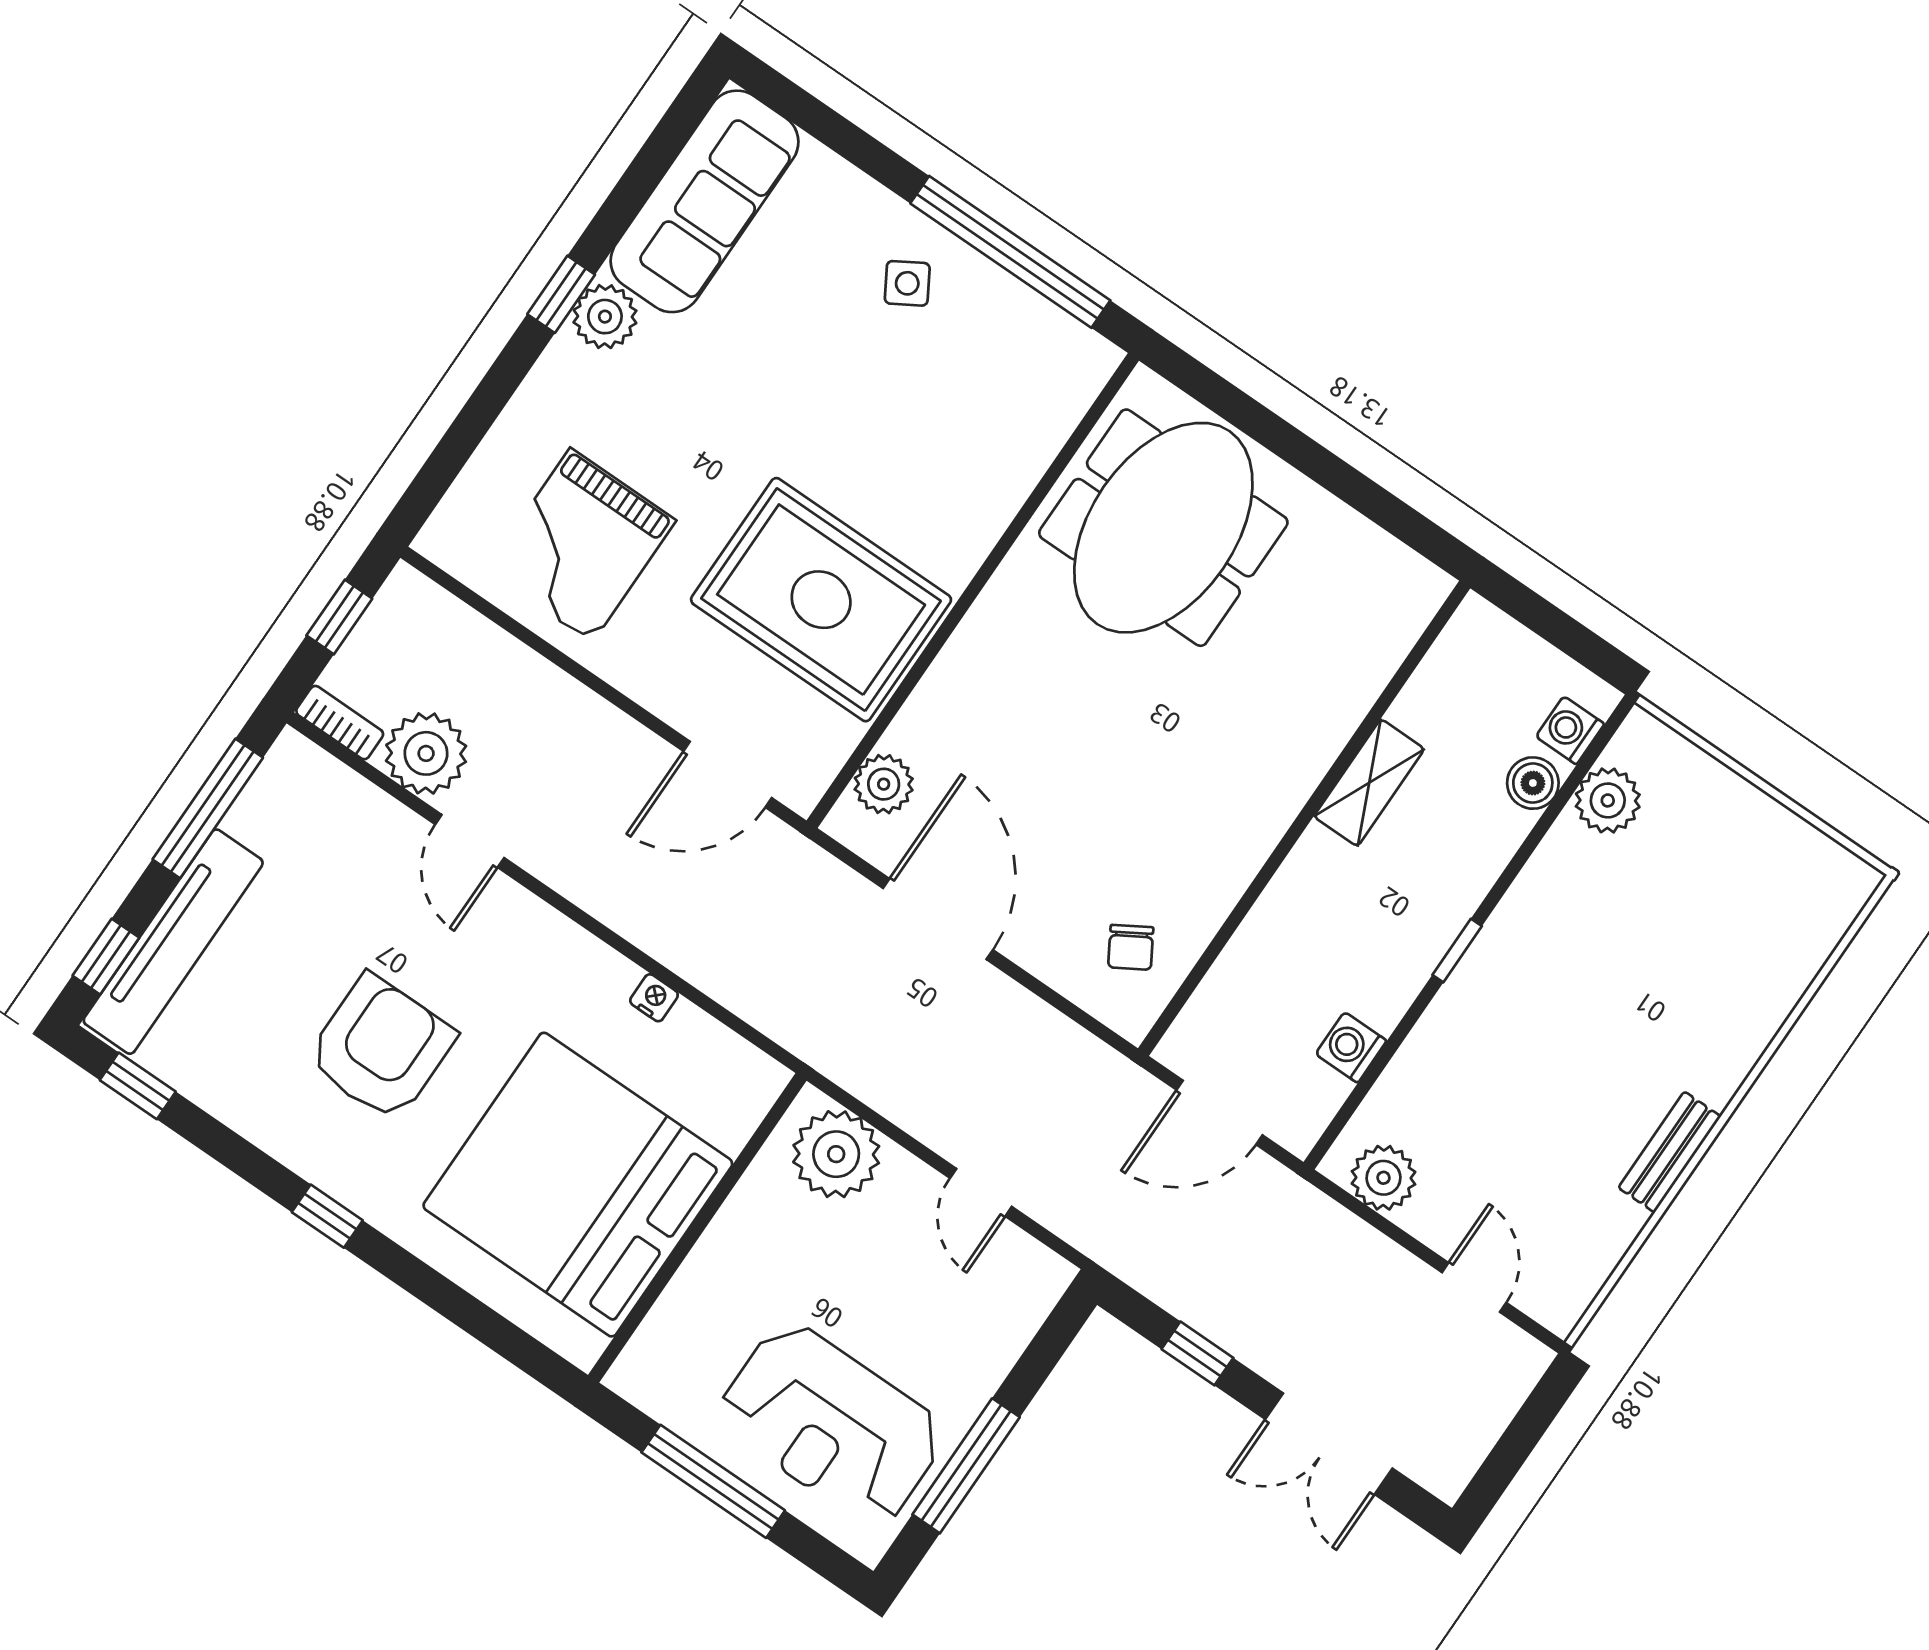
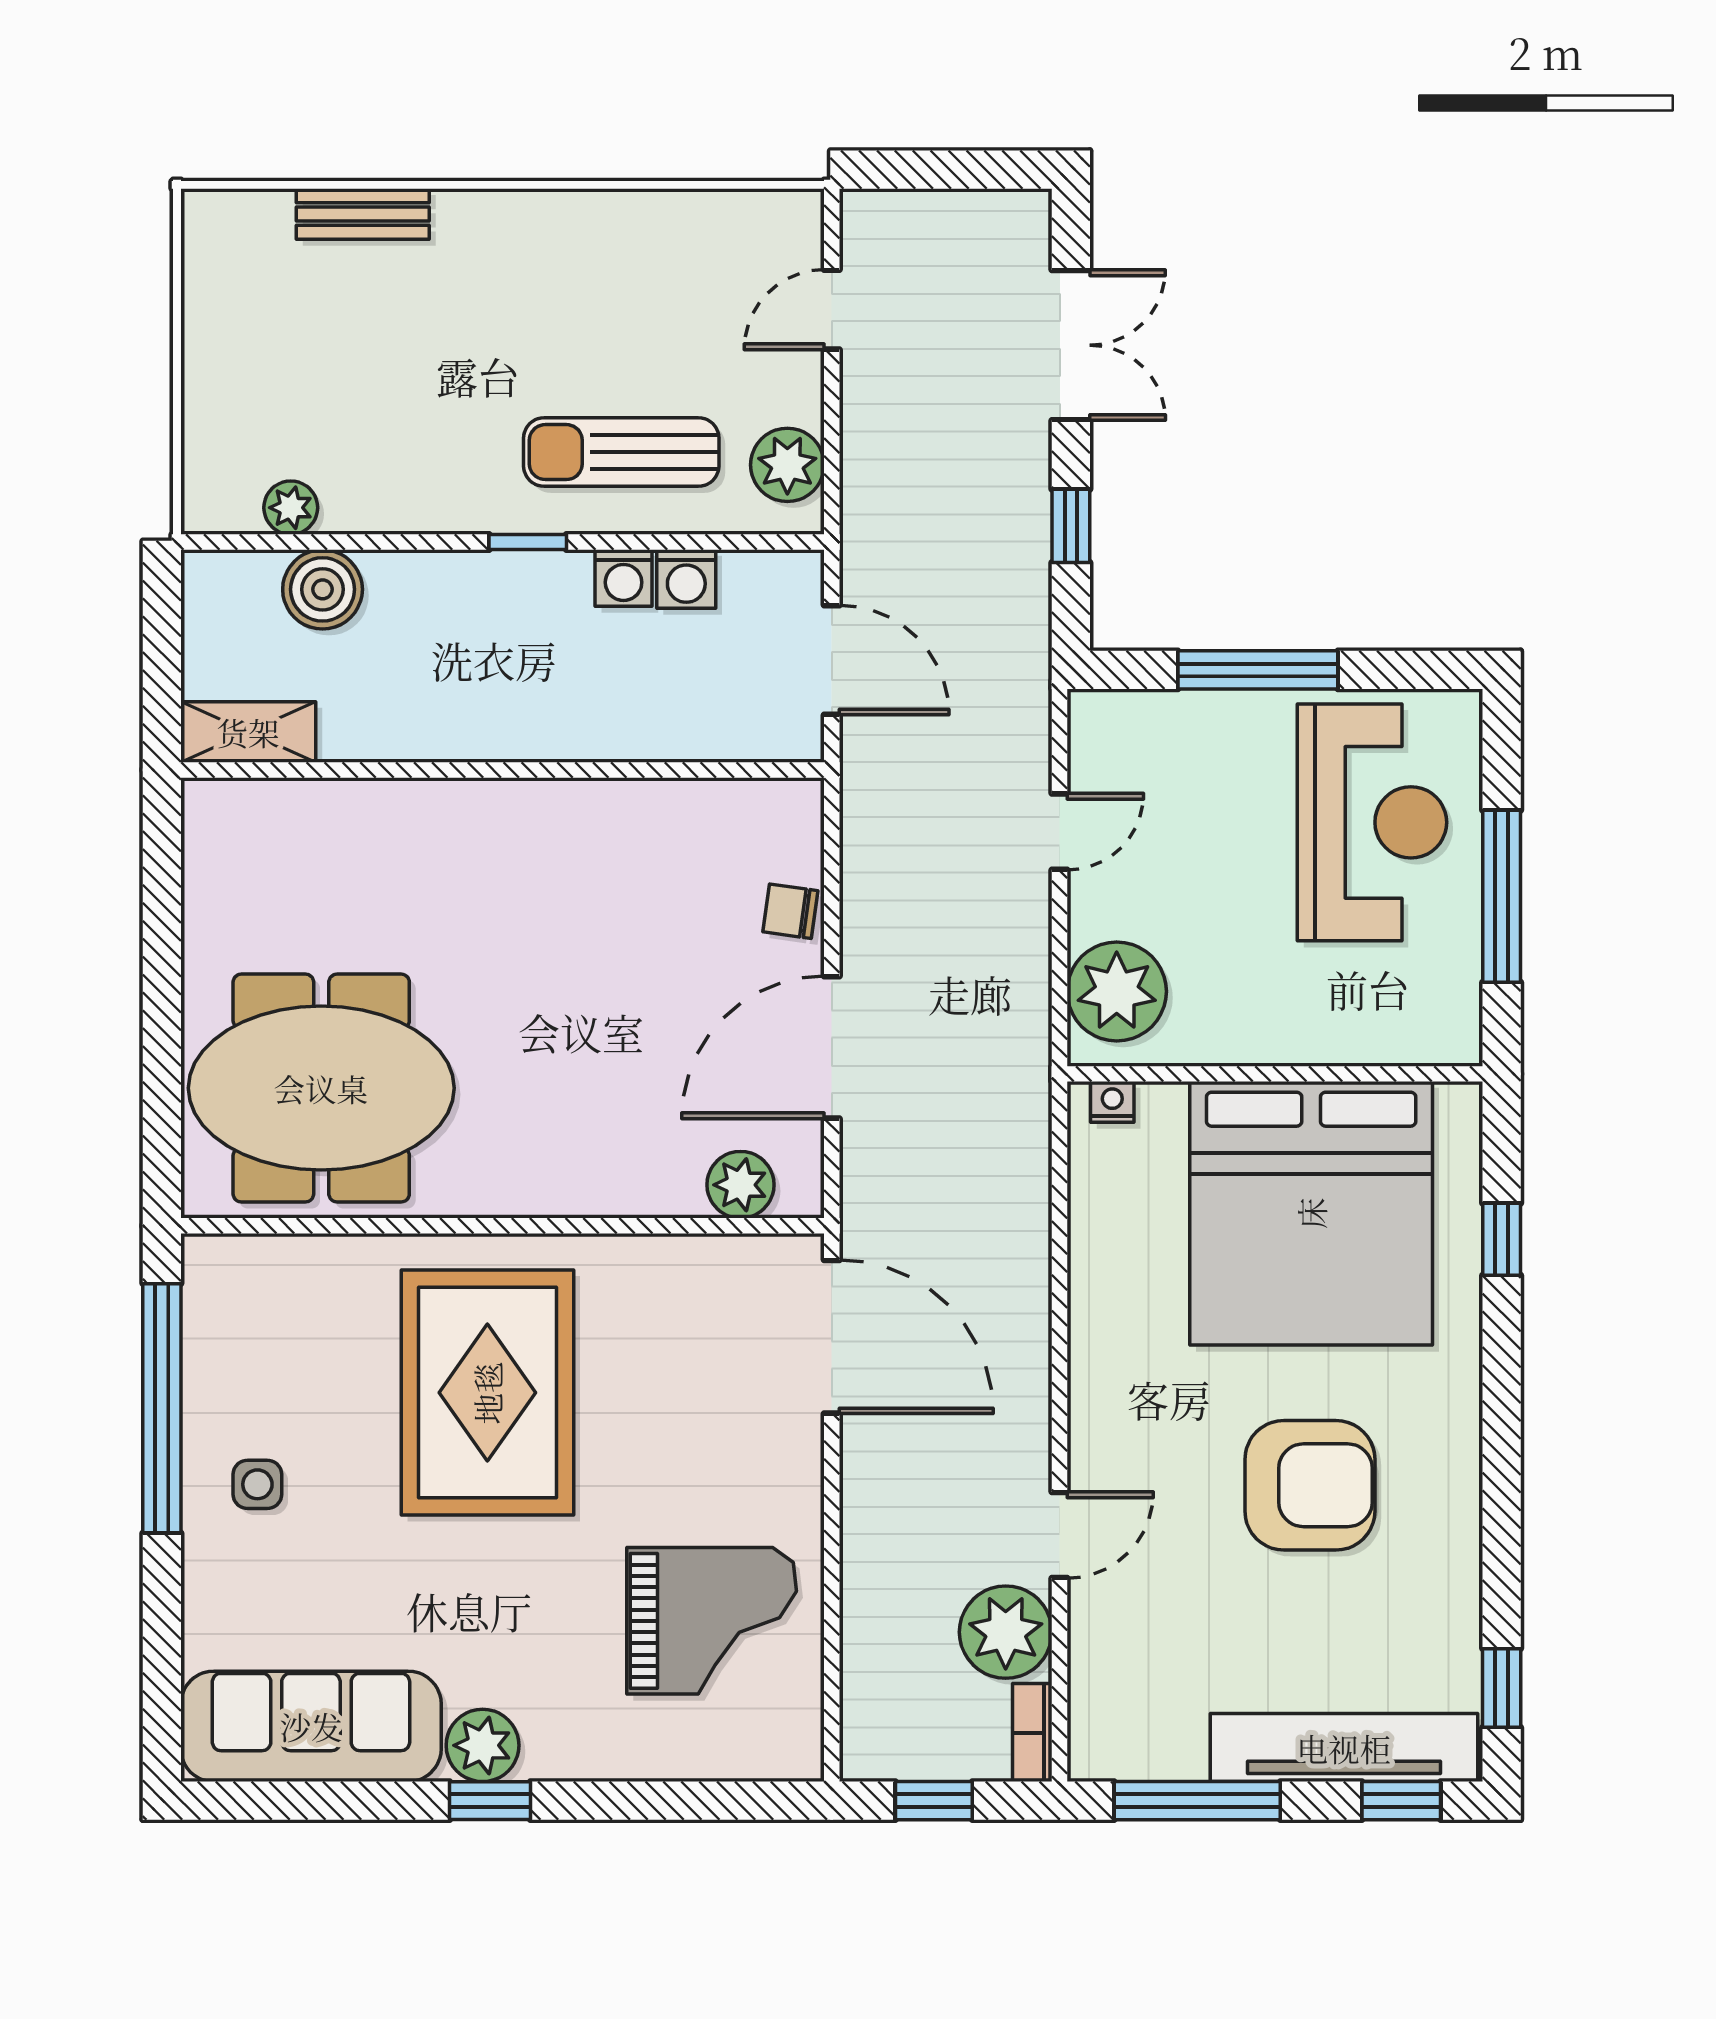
side table: (907, 283) -> (257, 1484), turned 31
rug: (821, 600) -> (487, 1393), moved
washing machine: (1570, 730) -> (624, 578), moved
door: (728, 774) -> (832, 1337), width x1.36
shelving: (1369, 783) -> (248, 732), moved
boiler: (1533, 783) -> (323, 589), width x1.36, depth x1.36
plant: (1608, 800) -> (291, 508), width x0.73, depth x0.73
chair: (1131, 947) -> (790, 911), moved, turned -141
nightstand: (654, 998) -> (1112, 1102), moved, turned 90
armchair: (381, 1048) -> (1310, 1485), turned 180
sun lounger: (1476, 1063) -> (621, 452), added
bench: (1670, 1152) -> (363, 214), moved
window: (327, 1216) -> (1502, 1239), moved
window: (966, 1466) -> (1258, 670), moved

